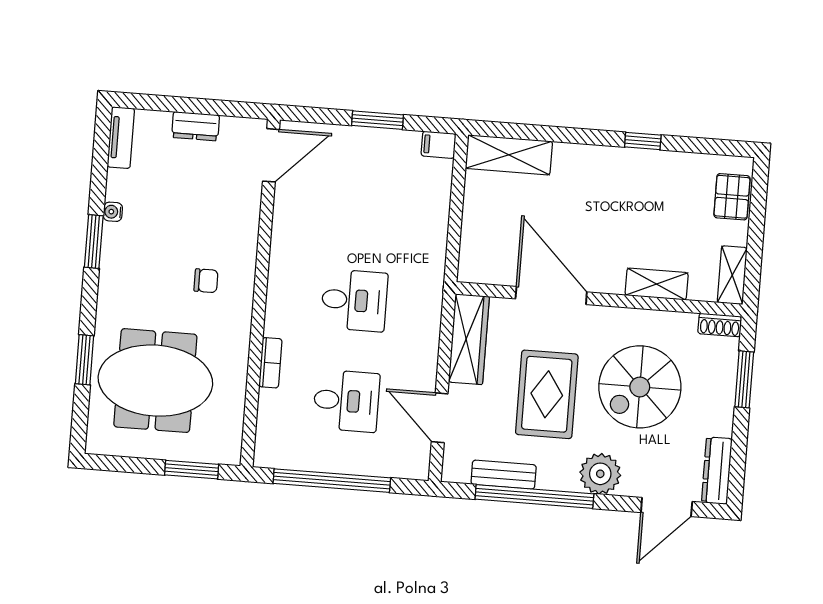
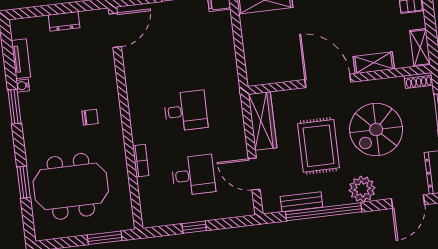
tv unit: (121, 138) -> (21, 59), moved
door: (551, 295) -> (328, 81), moved
window: (332, 481) -> (194, 227), width x0.32

